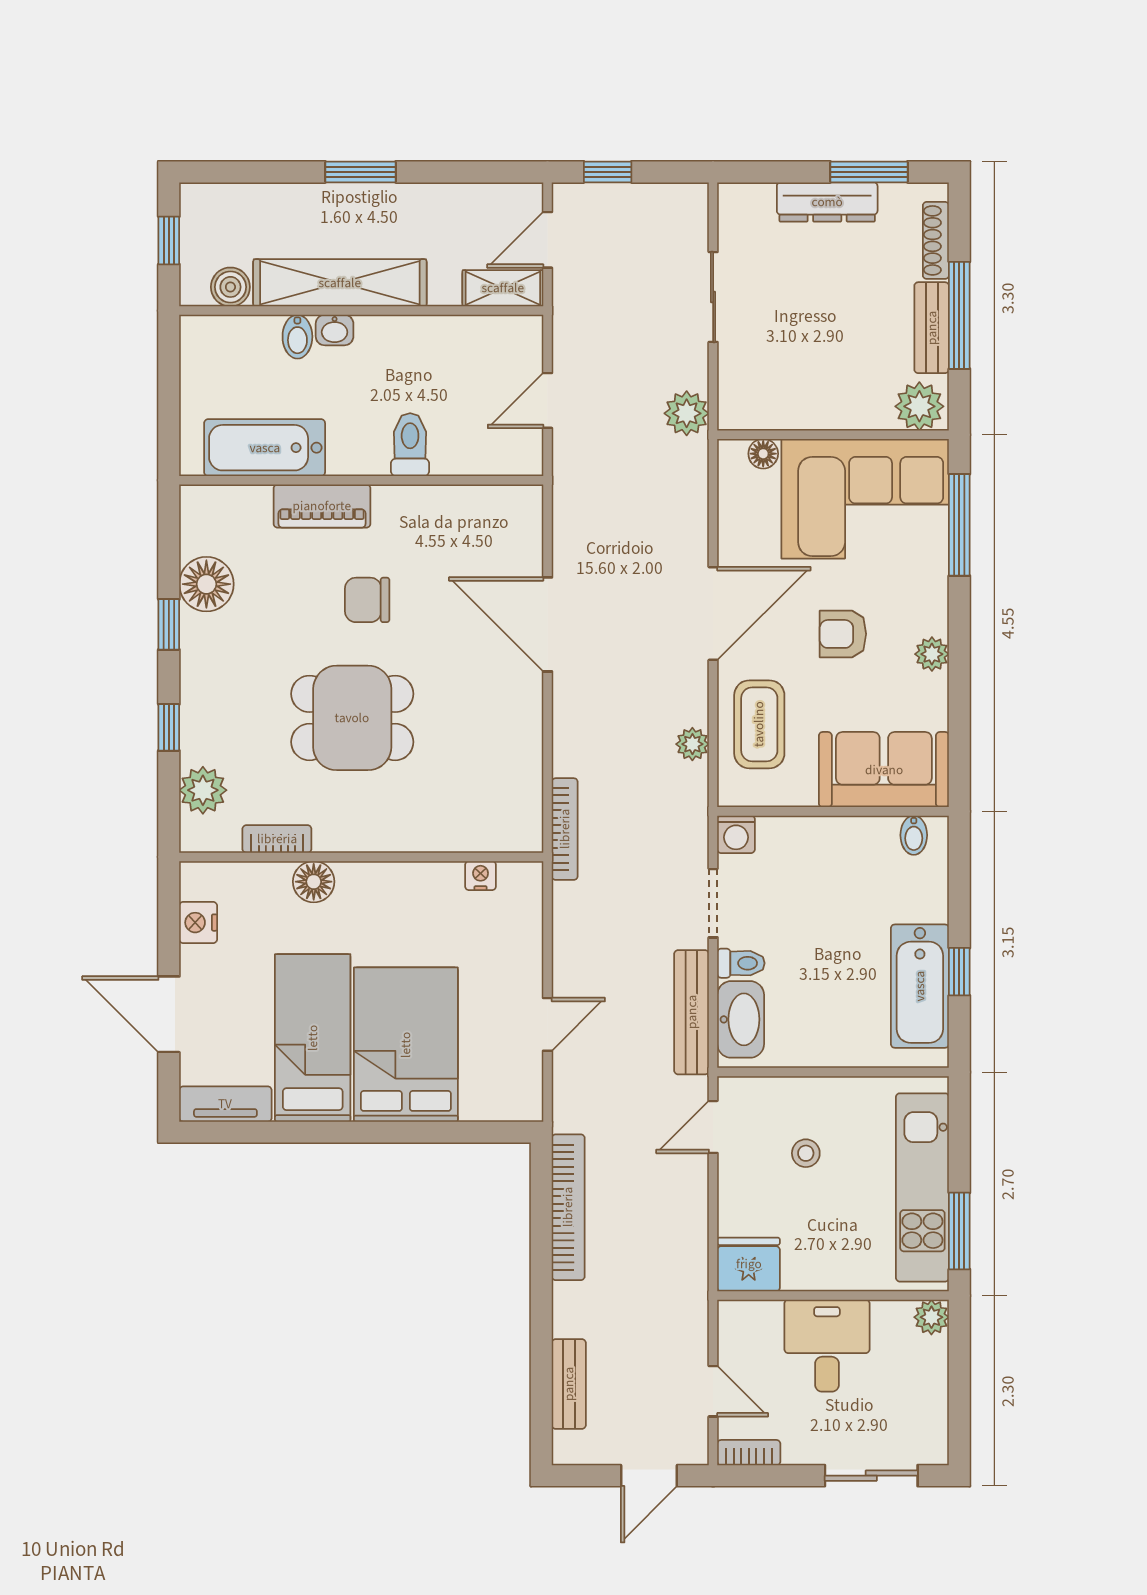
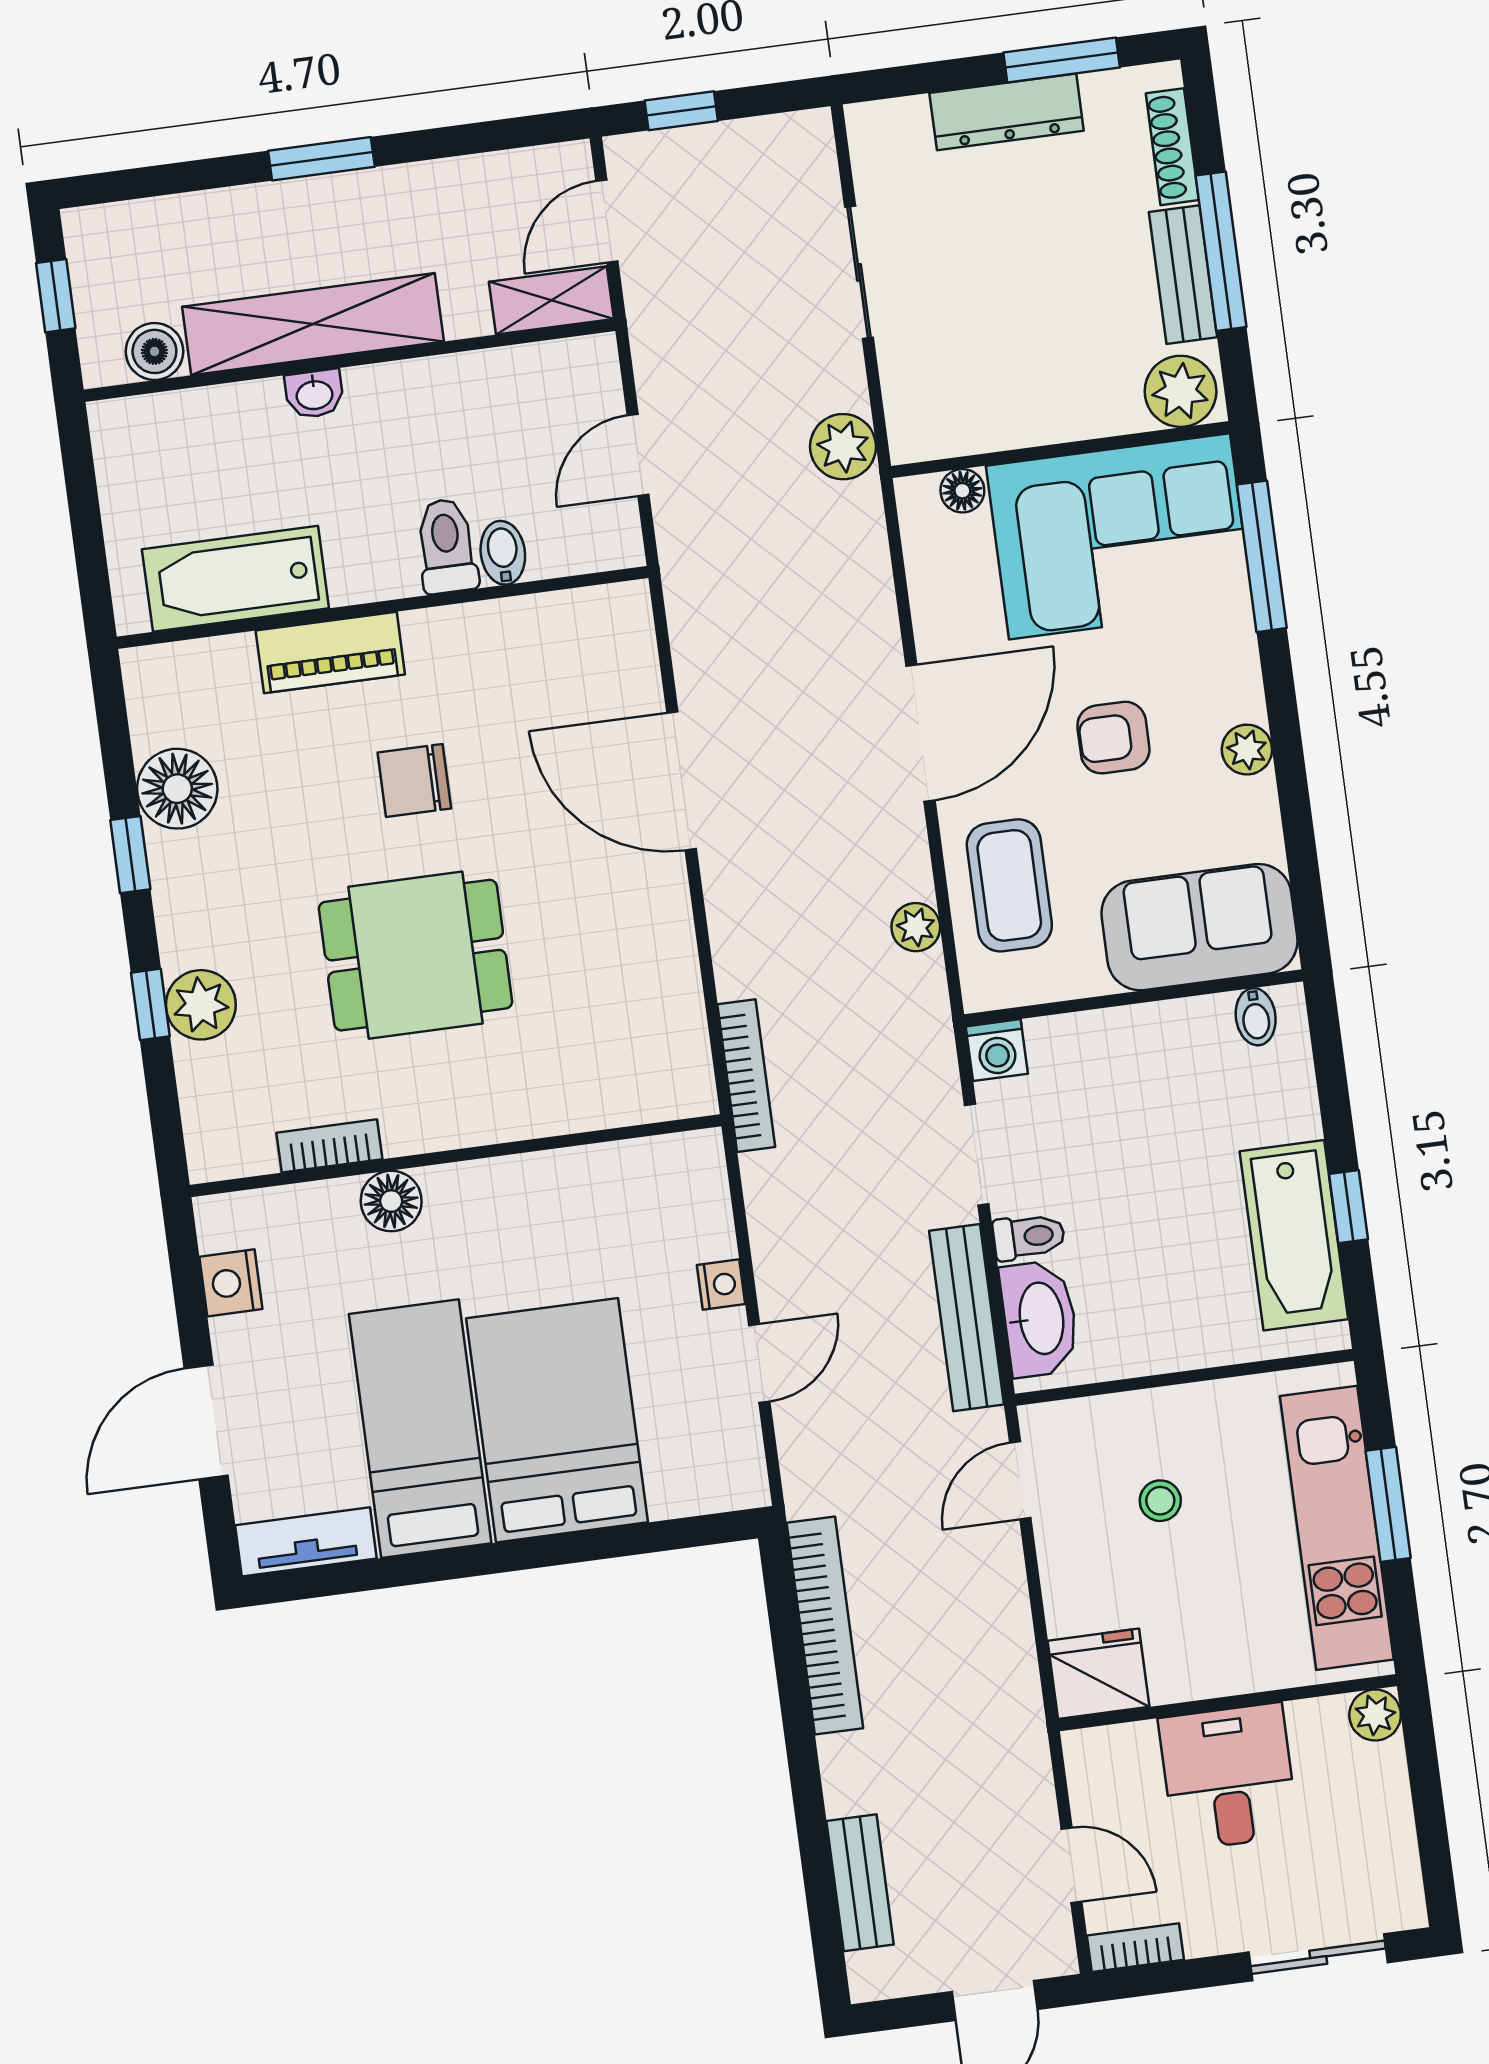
bidet: (297, 337) -> (503, 553), moved, turned 180
plant: (203, 790) -> (201, 1005), moved
nightstand: (481, 876) -> (721, 1284), moved, turned 90
door: (169, 1014) -> (206, 1422), hinge flipped
window: (959, 1231) -> (1388, 1504), moved

